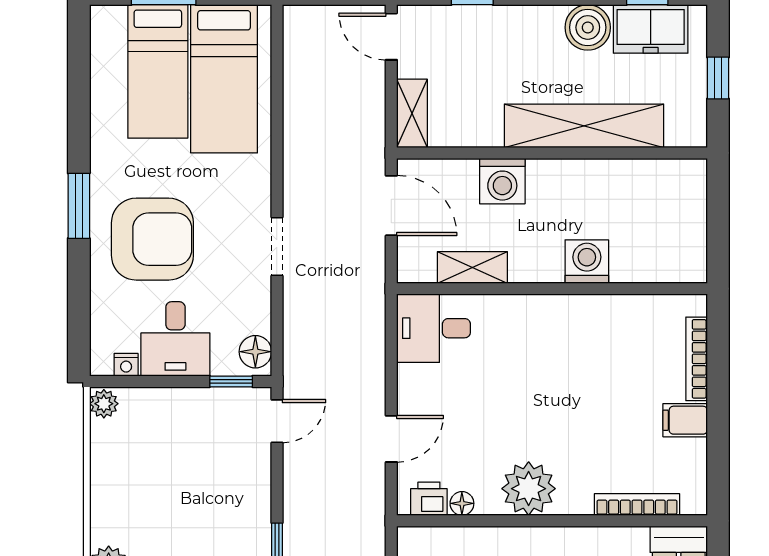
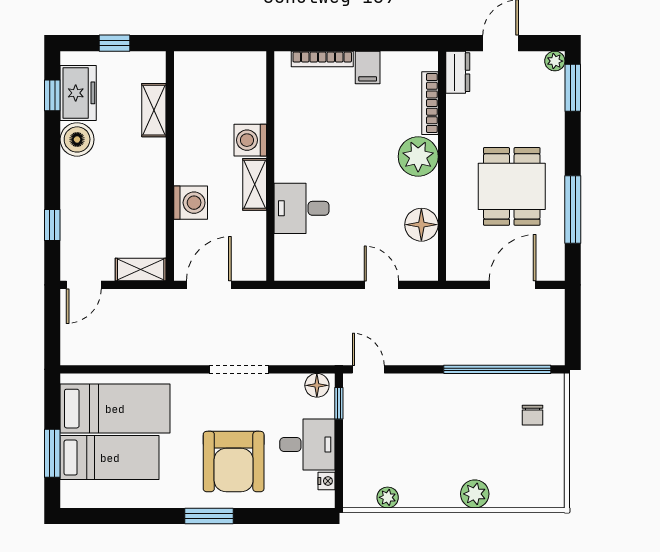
shelving: (584, 126) -> (154, 110), width x0.45, depth x0.75
armchair: (152, 239) -> (234, 462), turned 180
doorway: (277, 247) -> (239, 369), width x1.38
shelving: (472, 267) -> (255, 184), moved
desk: (434, 328) -> (302, 208), moved, turned 90
plant: (104, 404) -> (388, 497), moved
plant: (529, 489) -> (418, 157), moved
printer: (429, 499) -> (426, 257), removed
floor lamp: (462, 503) -> (421, 225), width x1.89, depth x1.89

